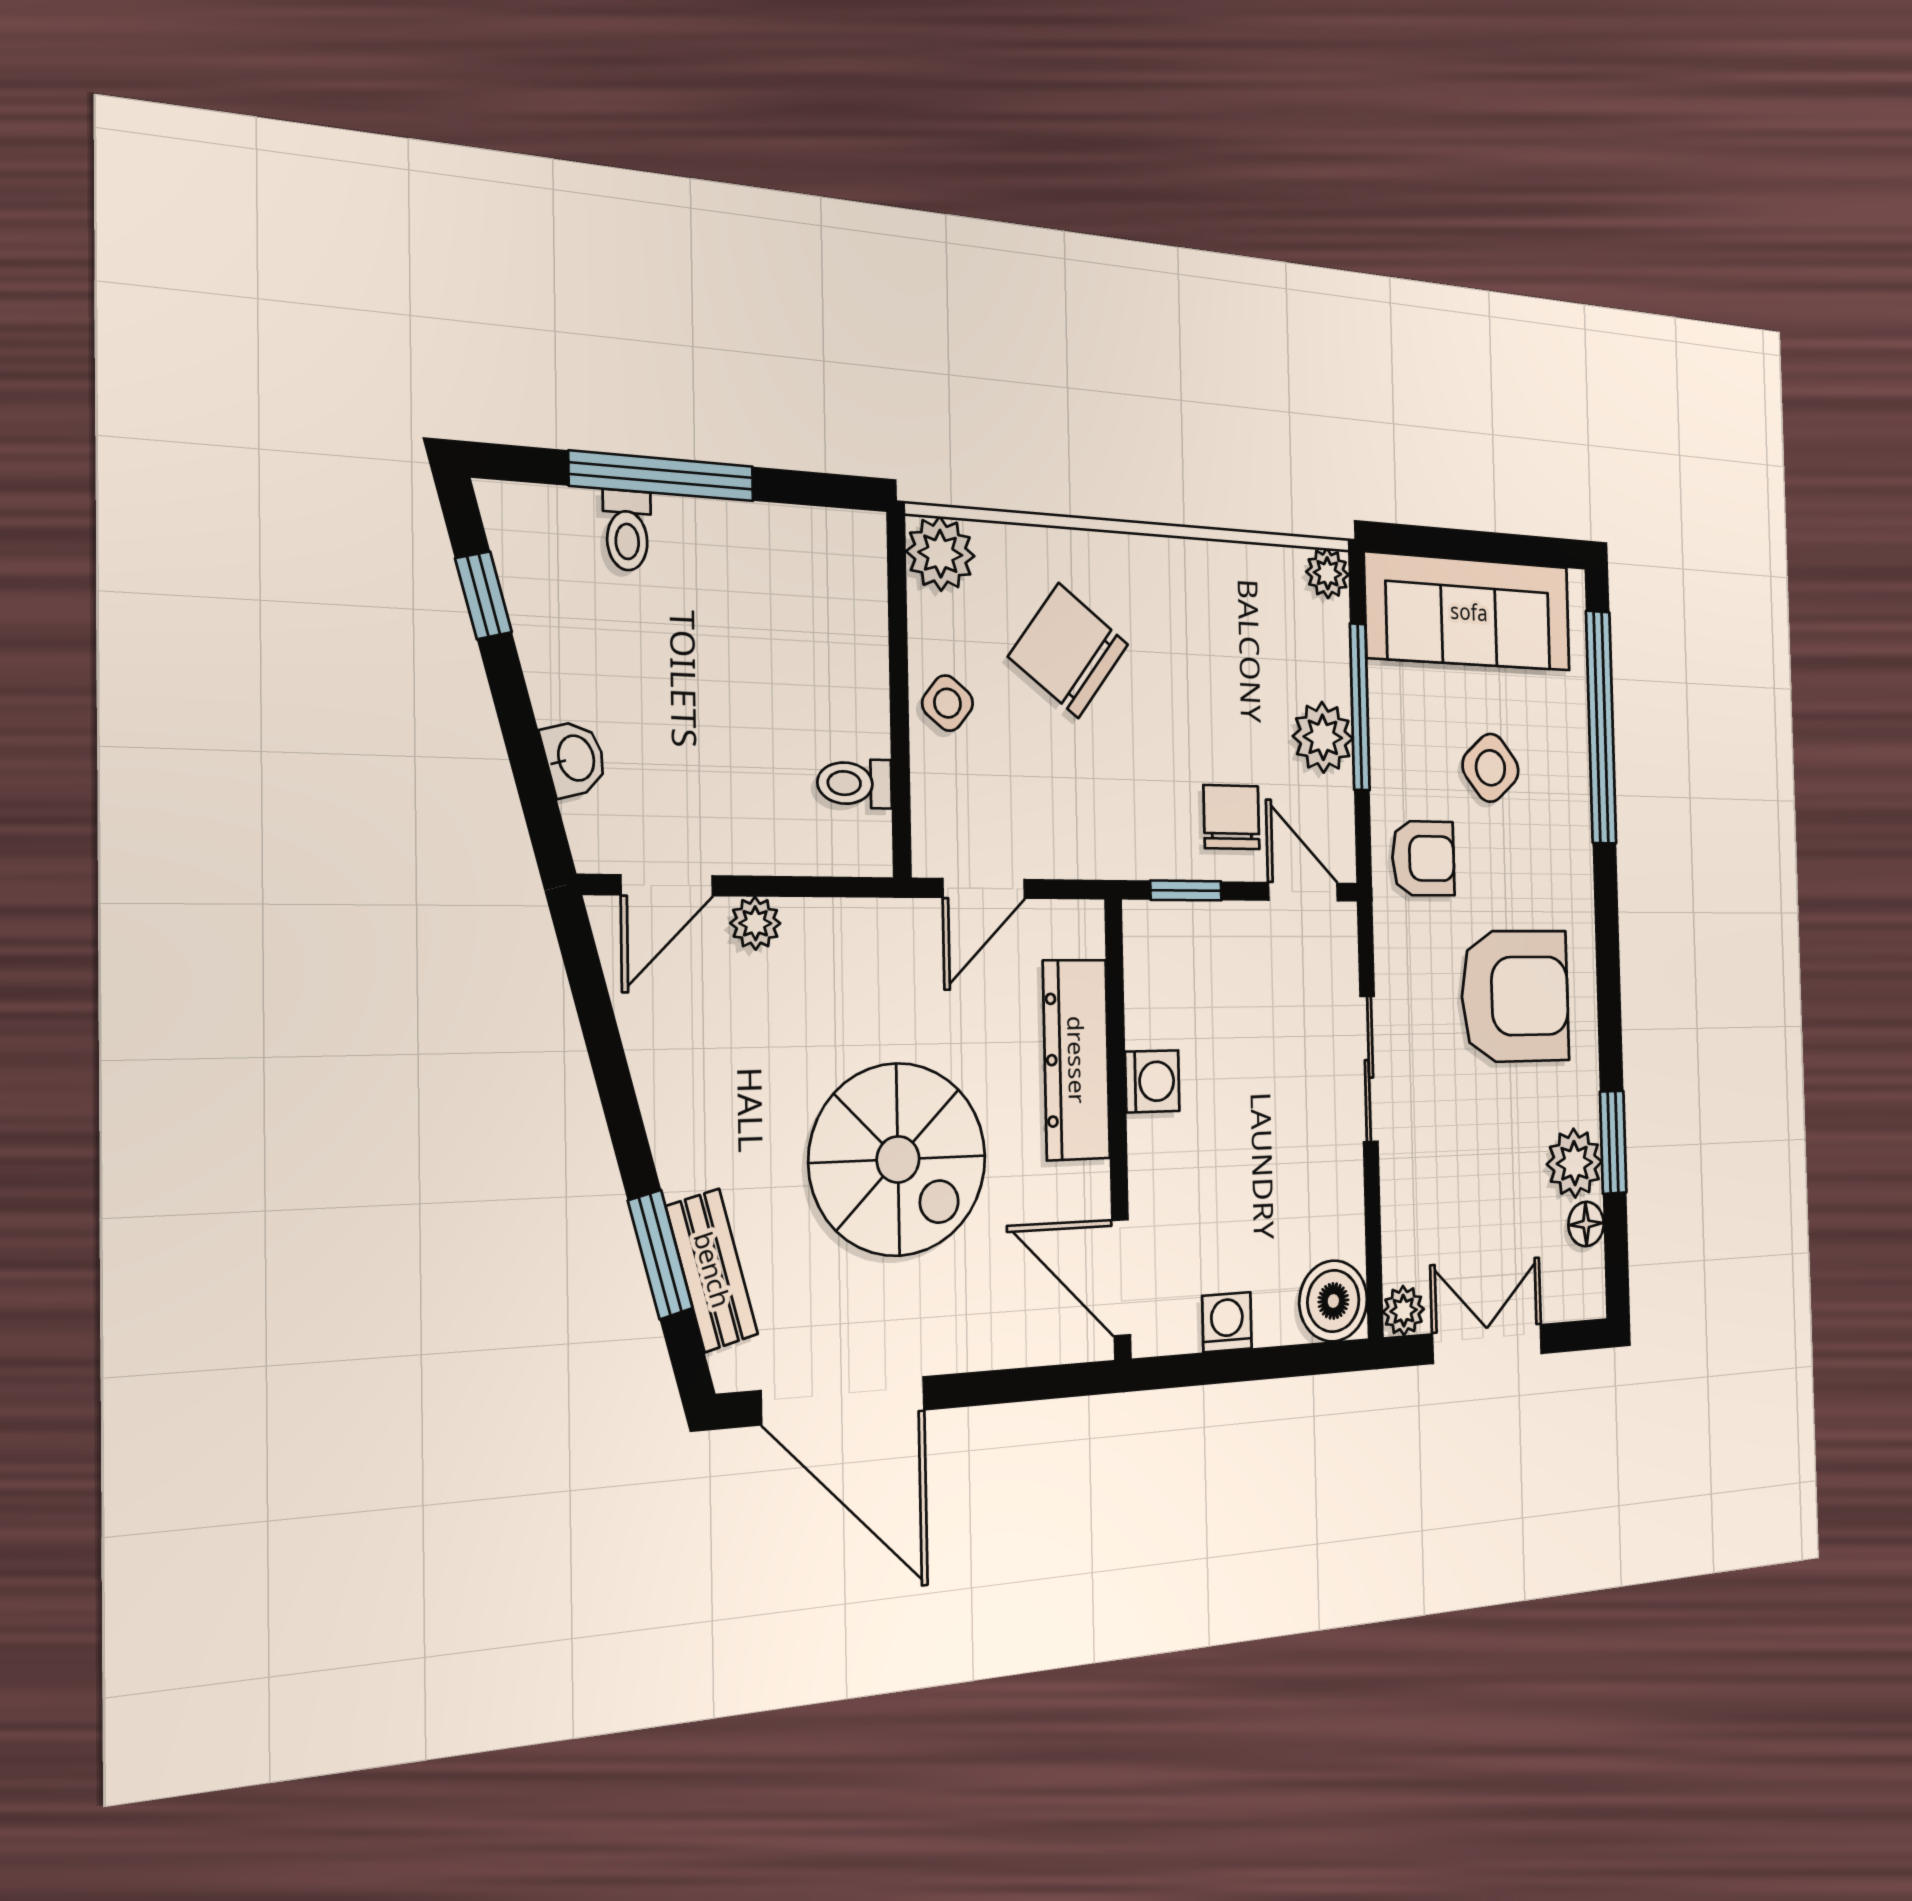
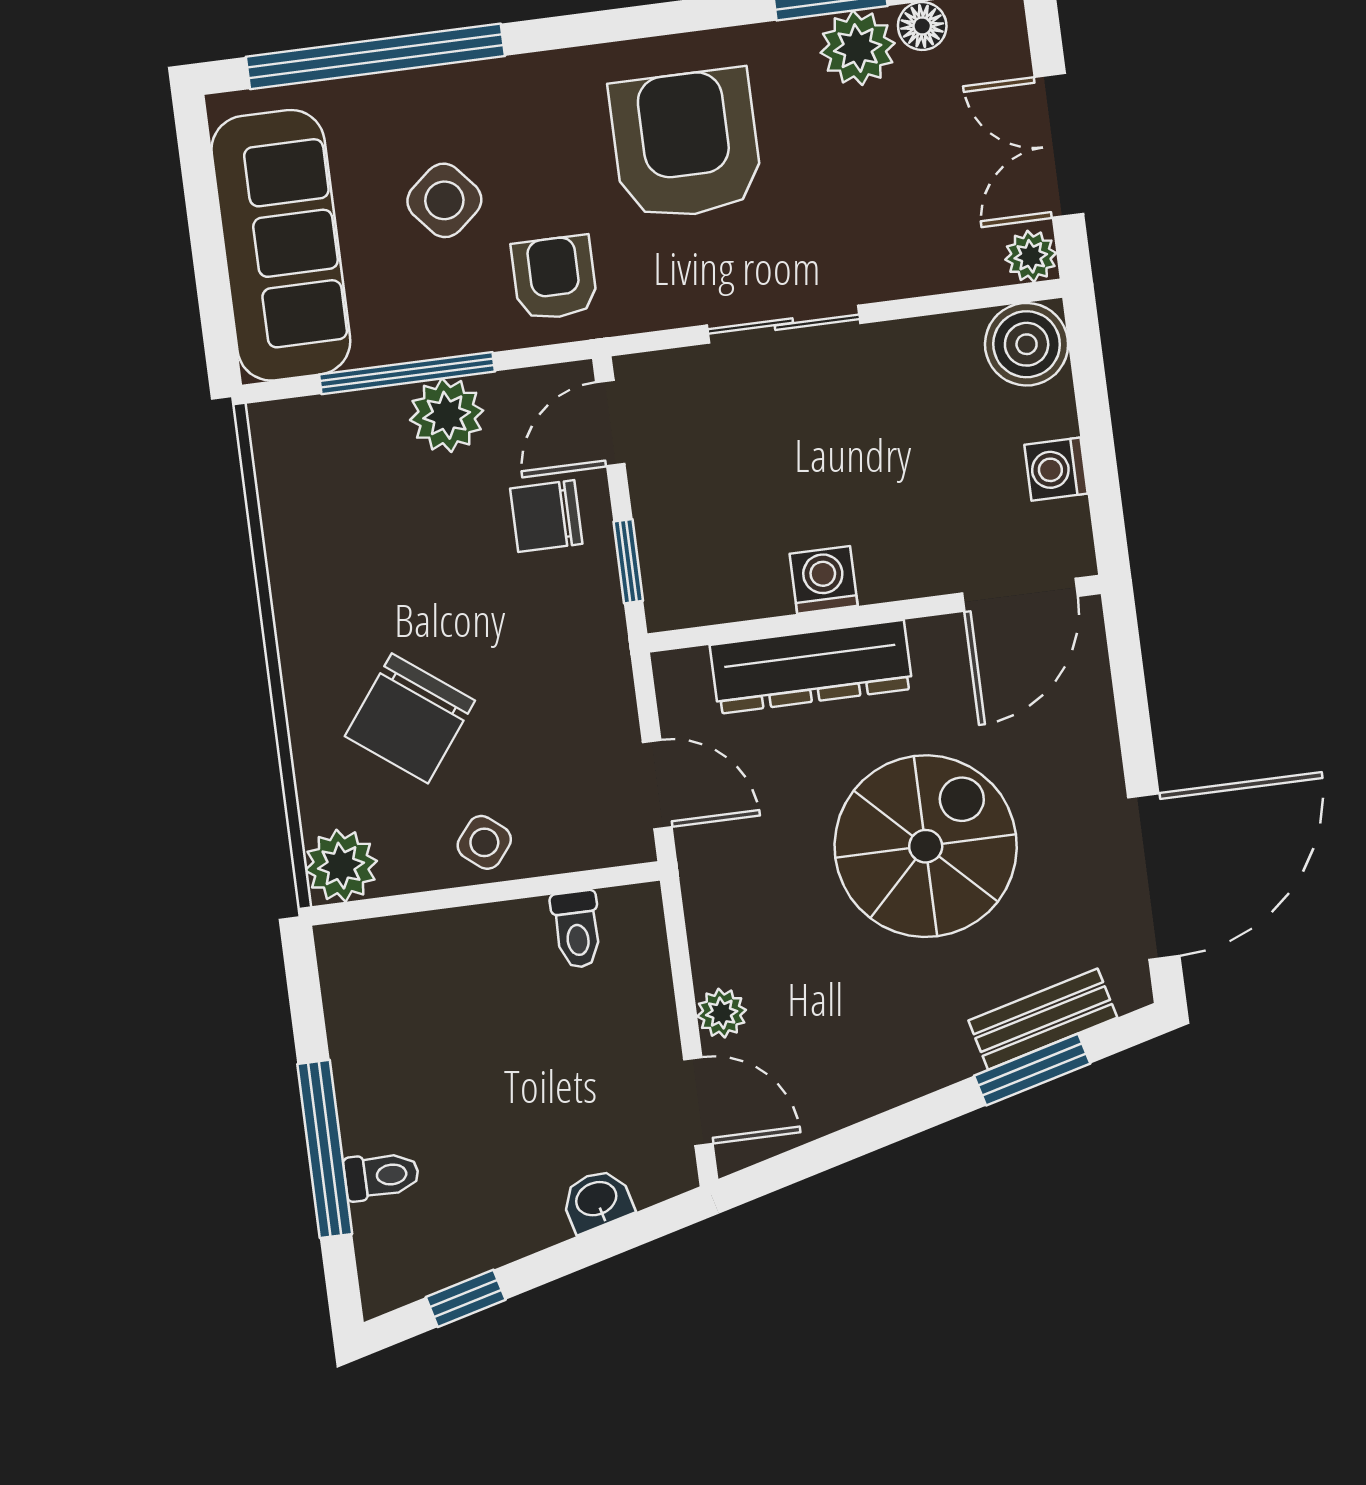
plant: (1327, 573) -> (274, 427), removed

